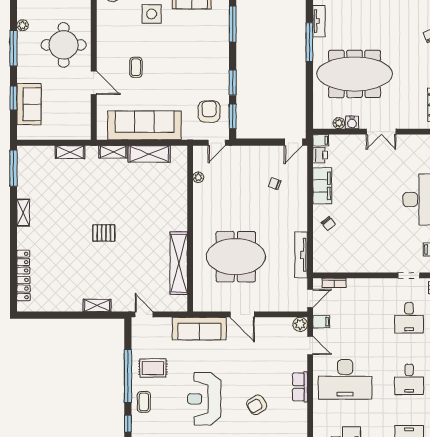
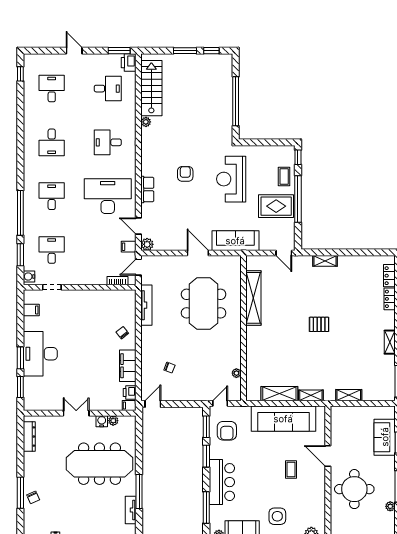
bar counter: (215, 53) -> (222, 482), added
meeting table: (236, 257) -> (204, 304), turned 90
rug: (153, 368) -> (276, 206), width x1.36, depth x1.43
reception desk: (204, 399) -> (231, 179), turned 180
armchair: (257, 405) -> (185, 174), turned -58

